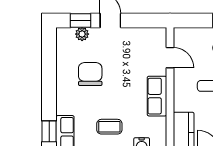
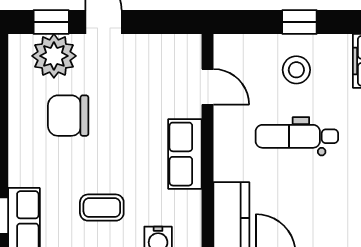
plant: (82, 34) -> (54, 56), width x1.88, depth x1.88
chair: (90, 74) -> (68, 116), turned -90

